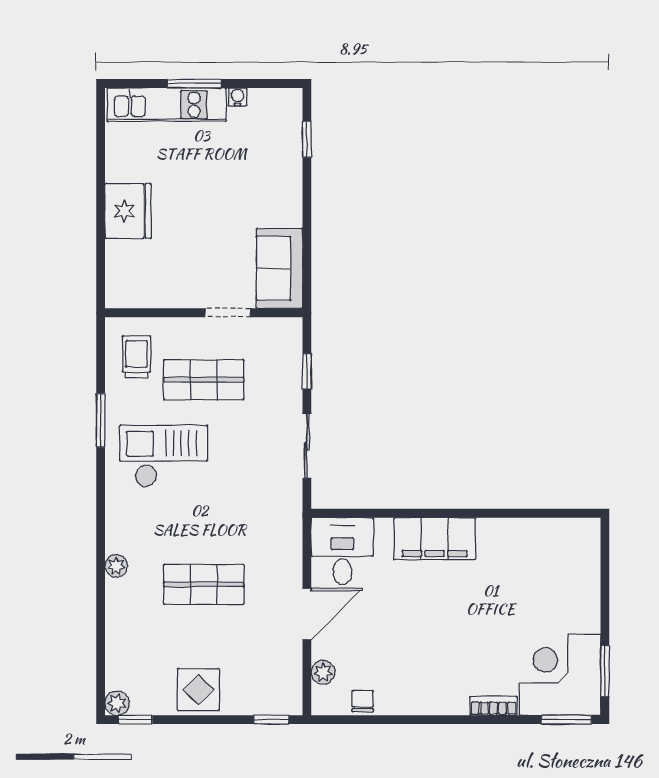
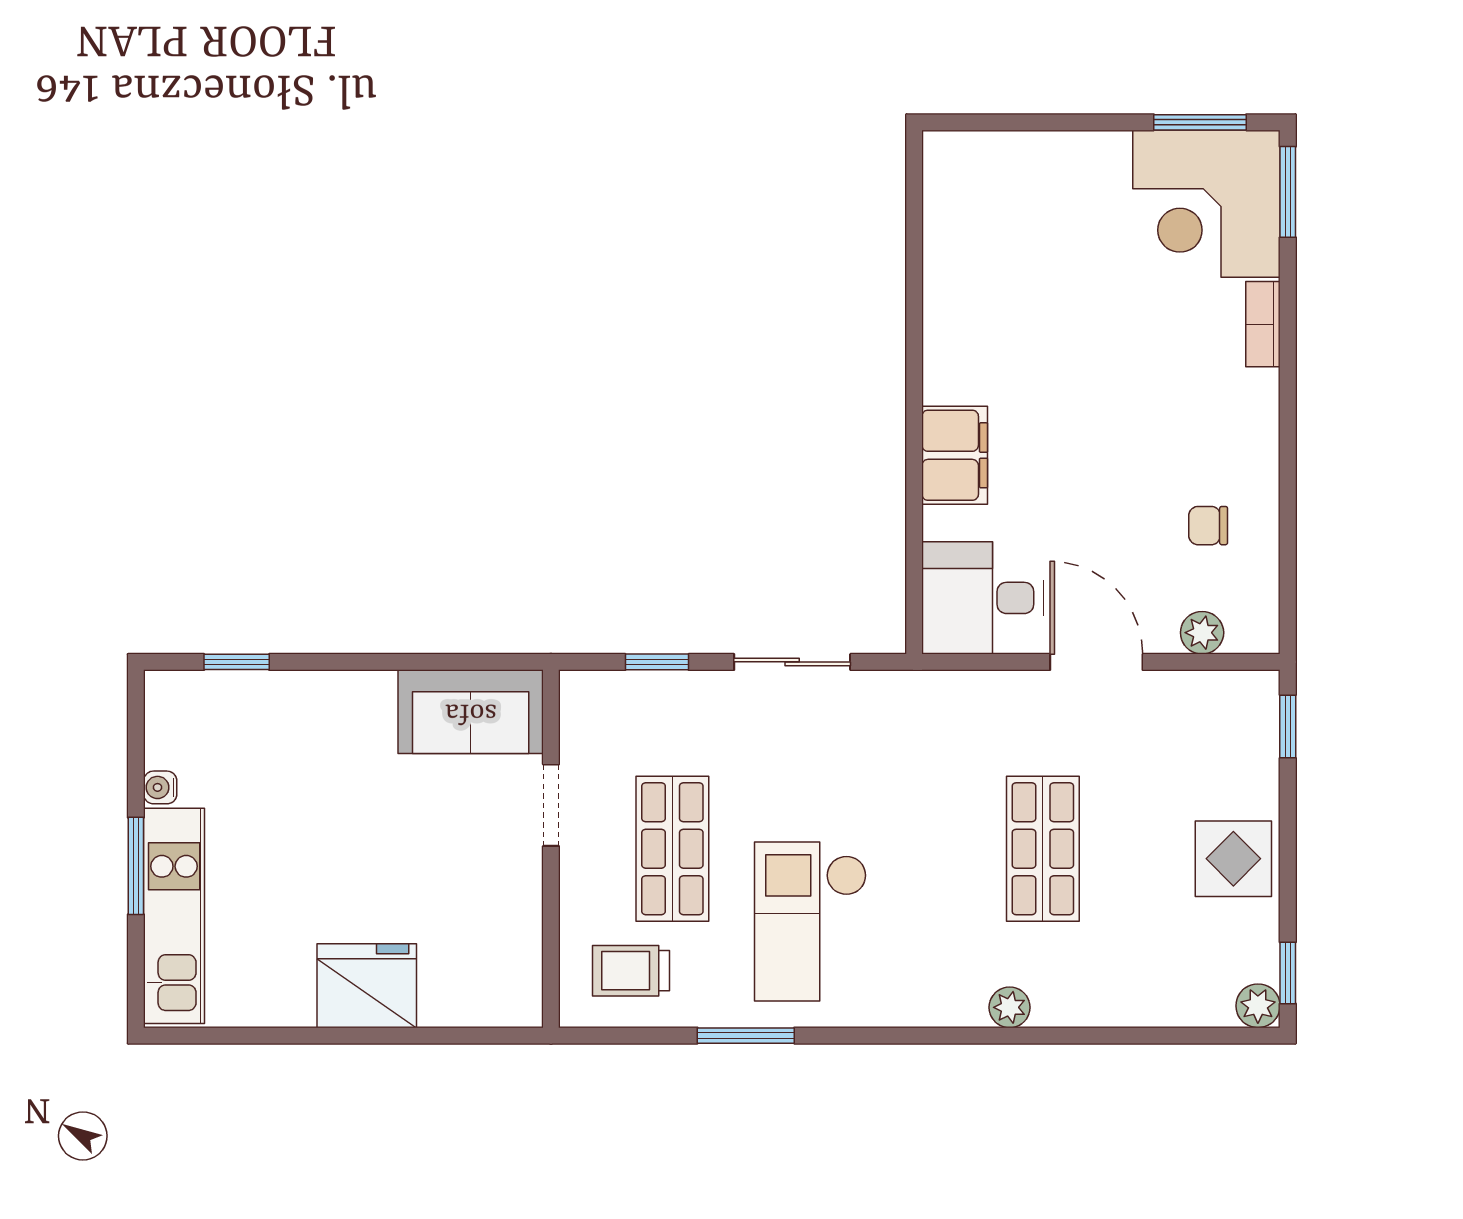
filing cabinet: (435, 539) -> (955, 455), width x0.67, depth x0.86
chair: (363, 701) -> (1208, 526), moved

